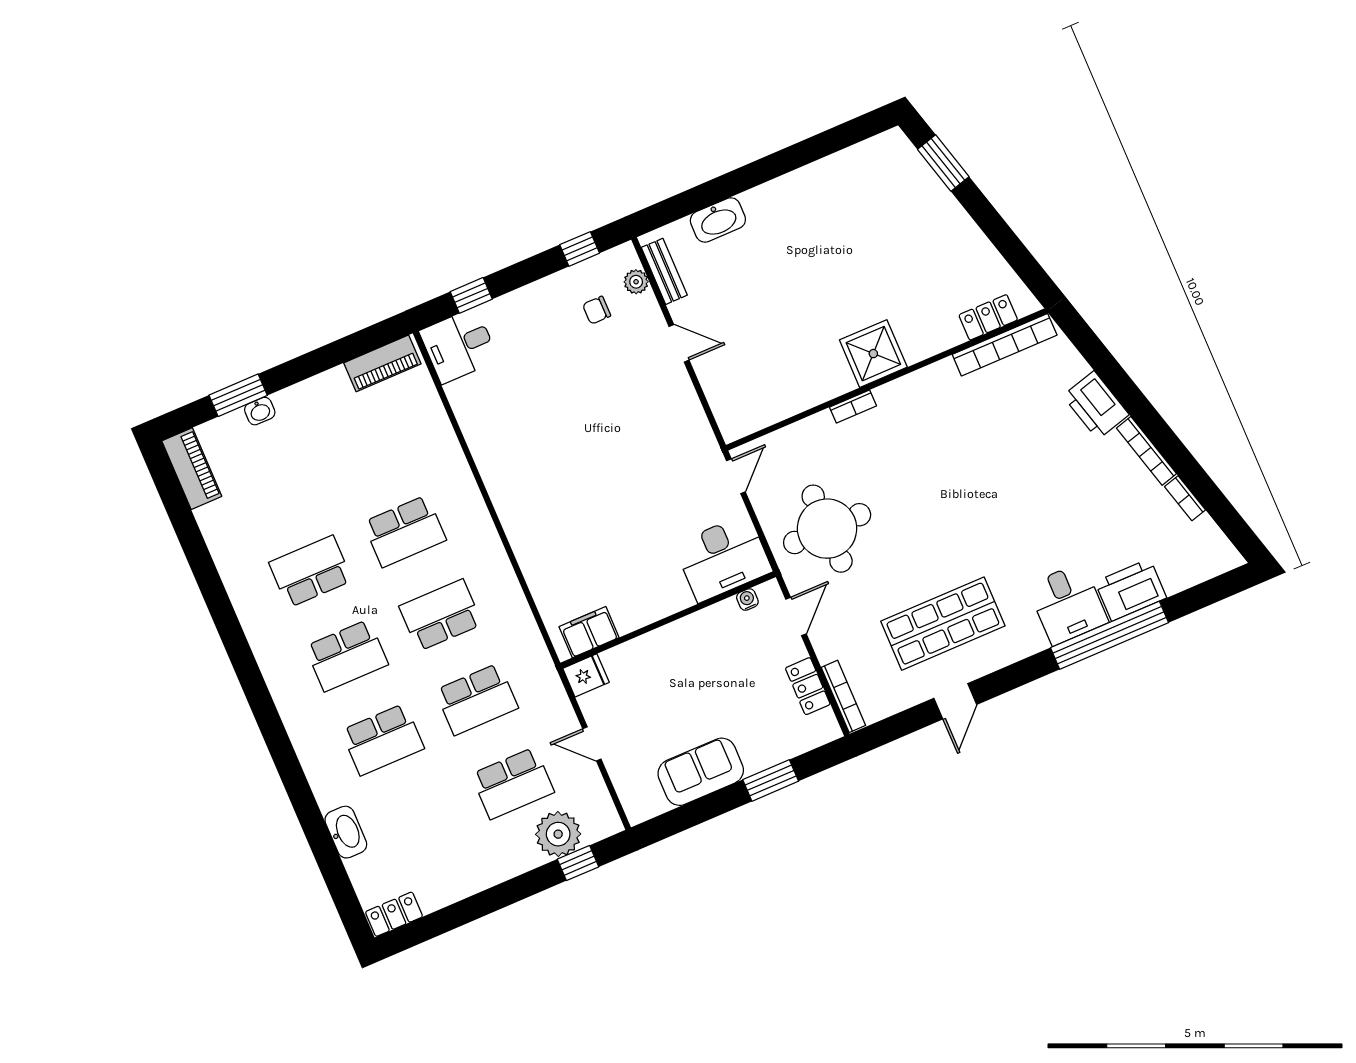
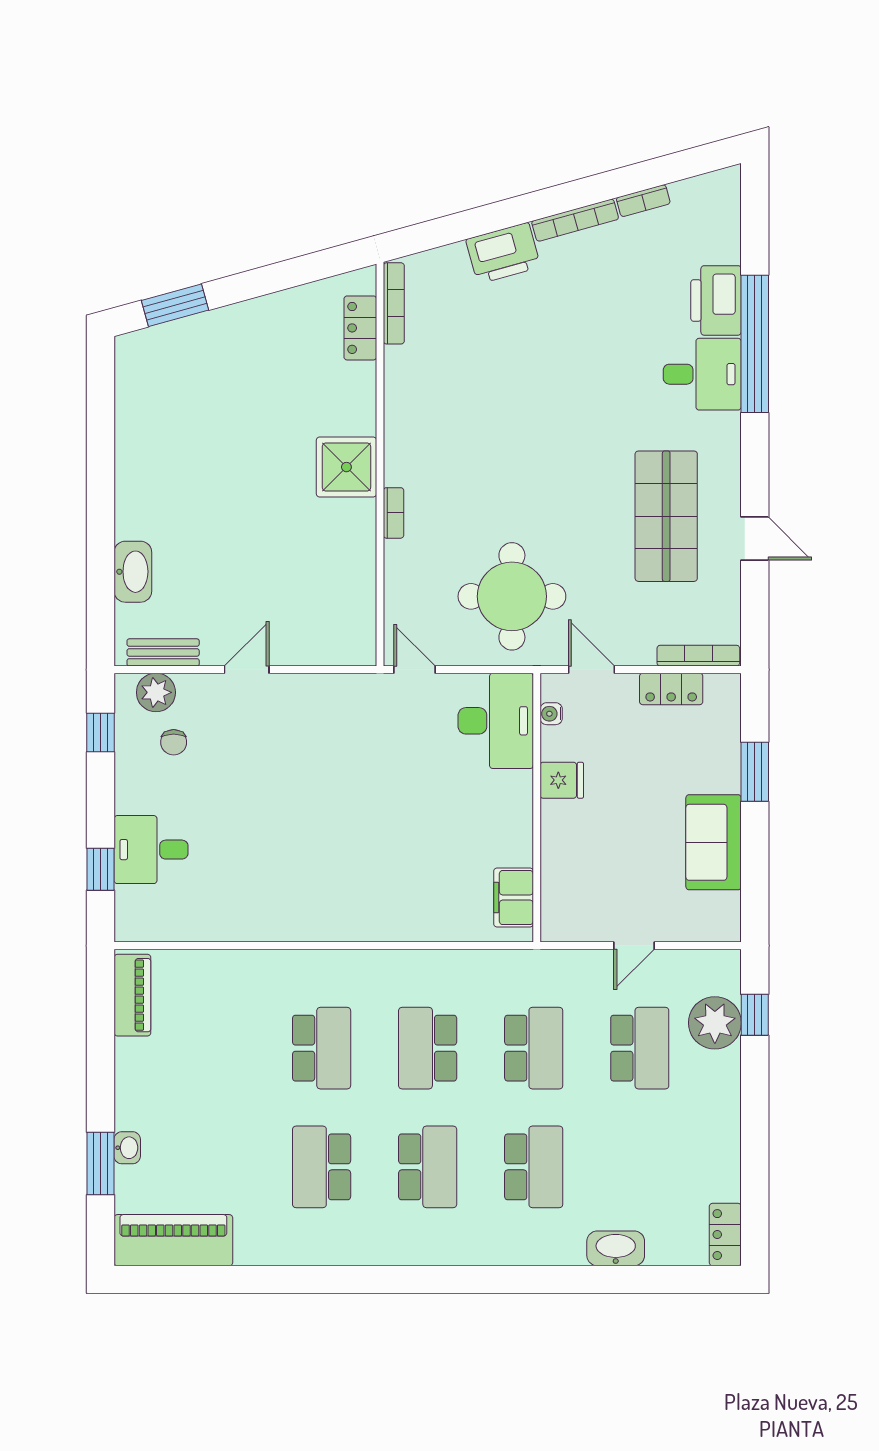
plant: (636, 282) -> (156, 692), width x1.38, depth x1.38
desk: (459, 345) -> (151, 850), moved, turned 90
bookcase: (1005, 345) -> (394, 303), width x0.68, depth x0.76
piano: (192, 469) -> (173, 1240), width x1.37, depth x1.33
fridge: (586, 675) -> (562, 780), moved, turned 90

